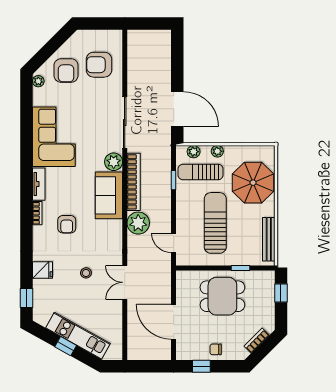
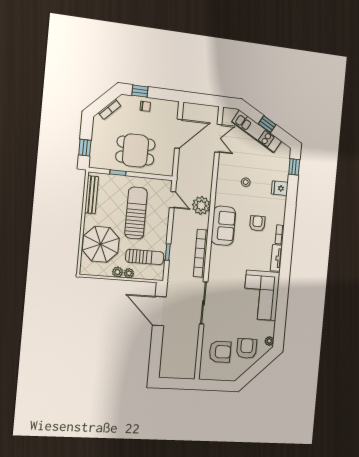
plant: (194, 152) -> (117, 272), moved
plant: (114, 162) -> (215, 271), removed
sofa: (109, 195) -> (223, 226), moved
plant: (138, 223) -> (201, 205), moved
sun lounger: (215, 223) -> (136, 213), turned 180
double door: (125, 282) -> (218, 138), moved
door: (174, 322) -> (178, 134), hinge flipped
window: (201, 366) -> (140, 91), moved

